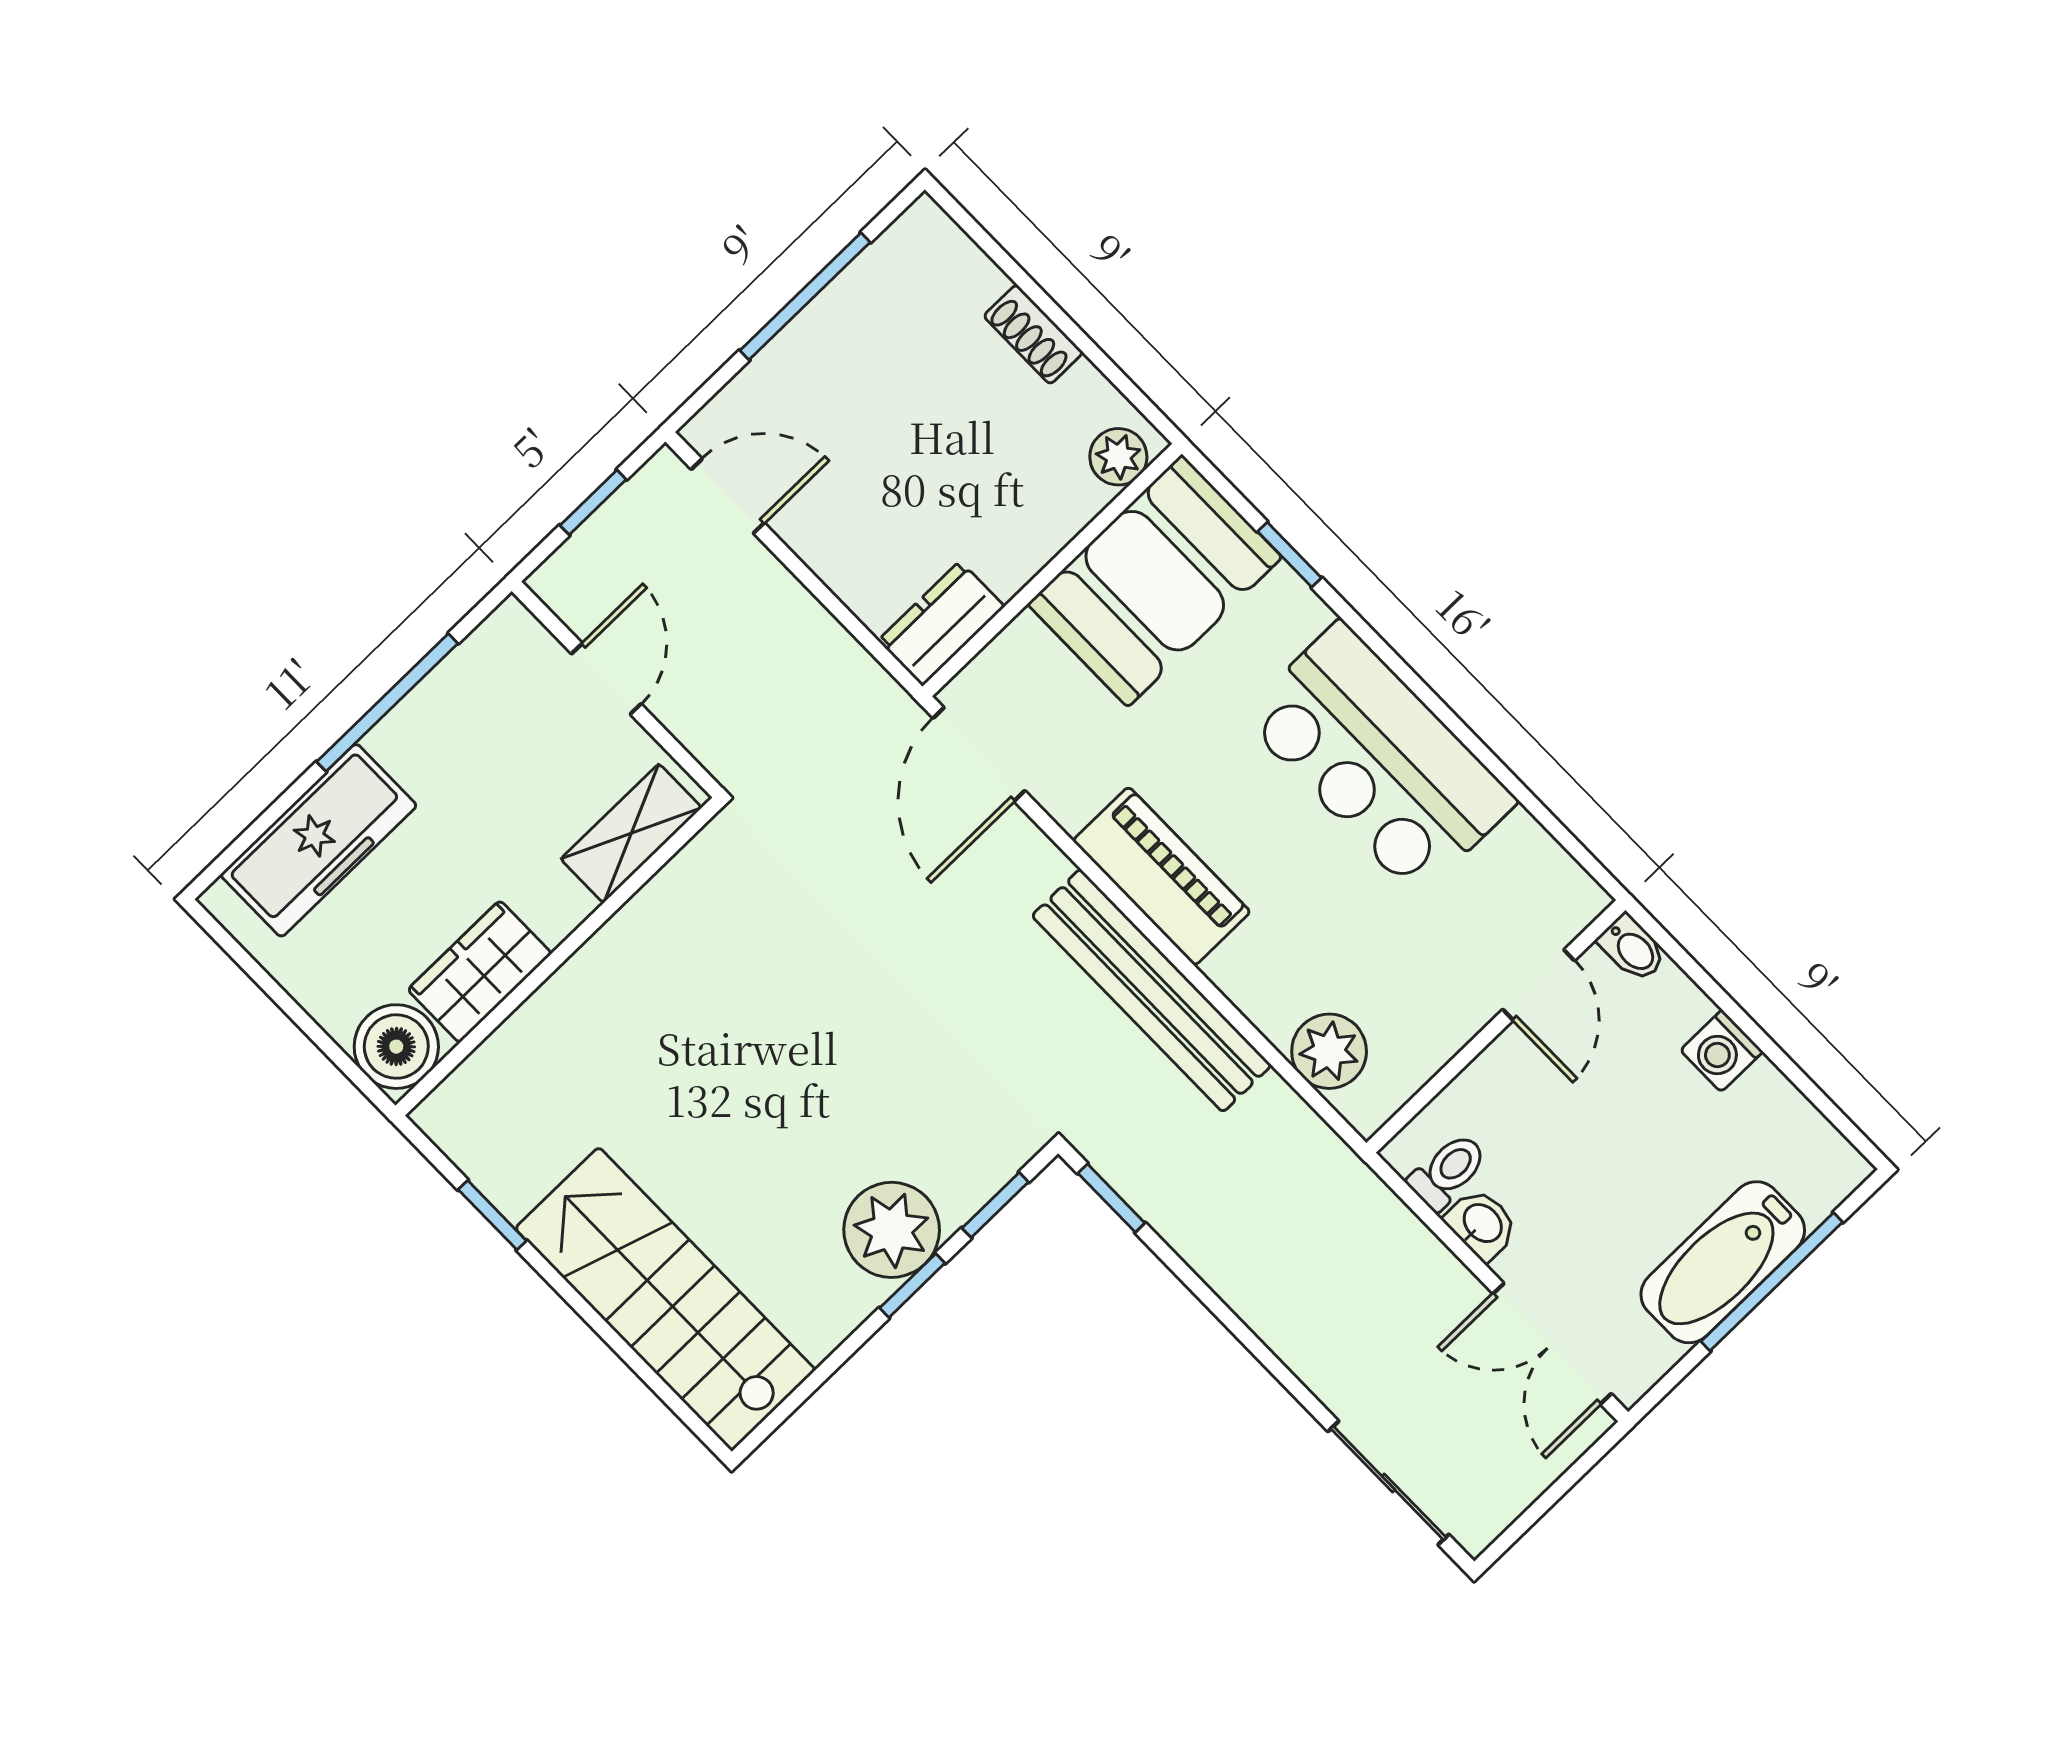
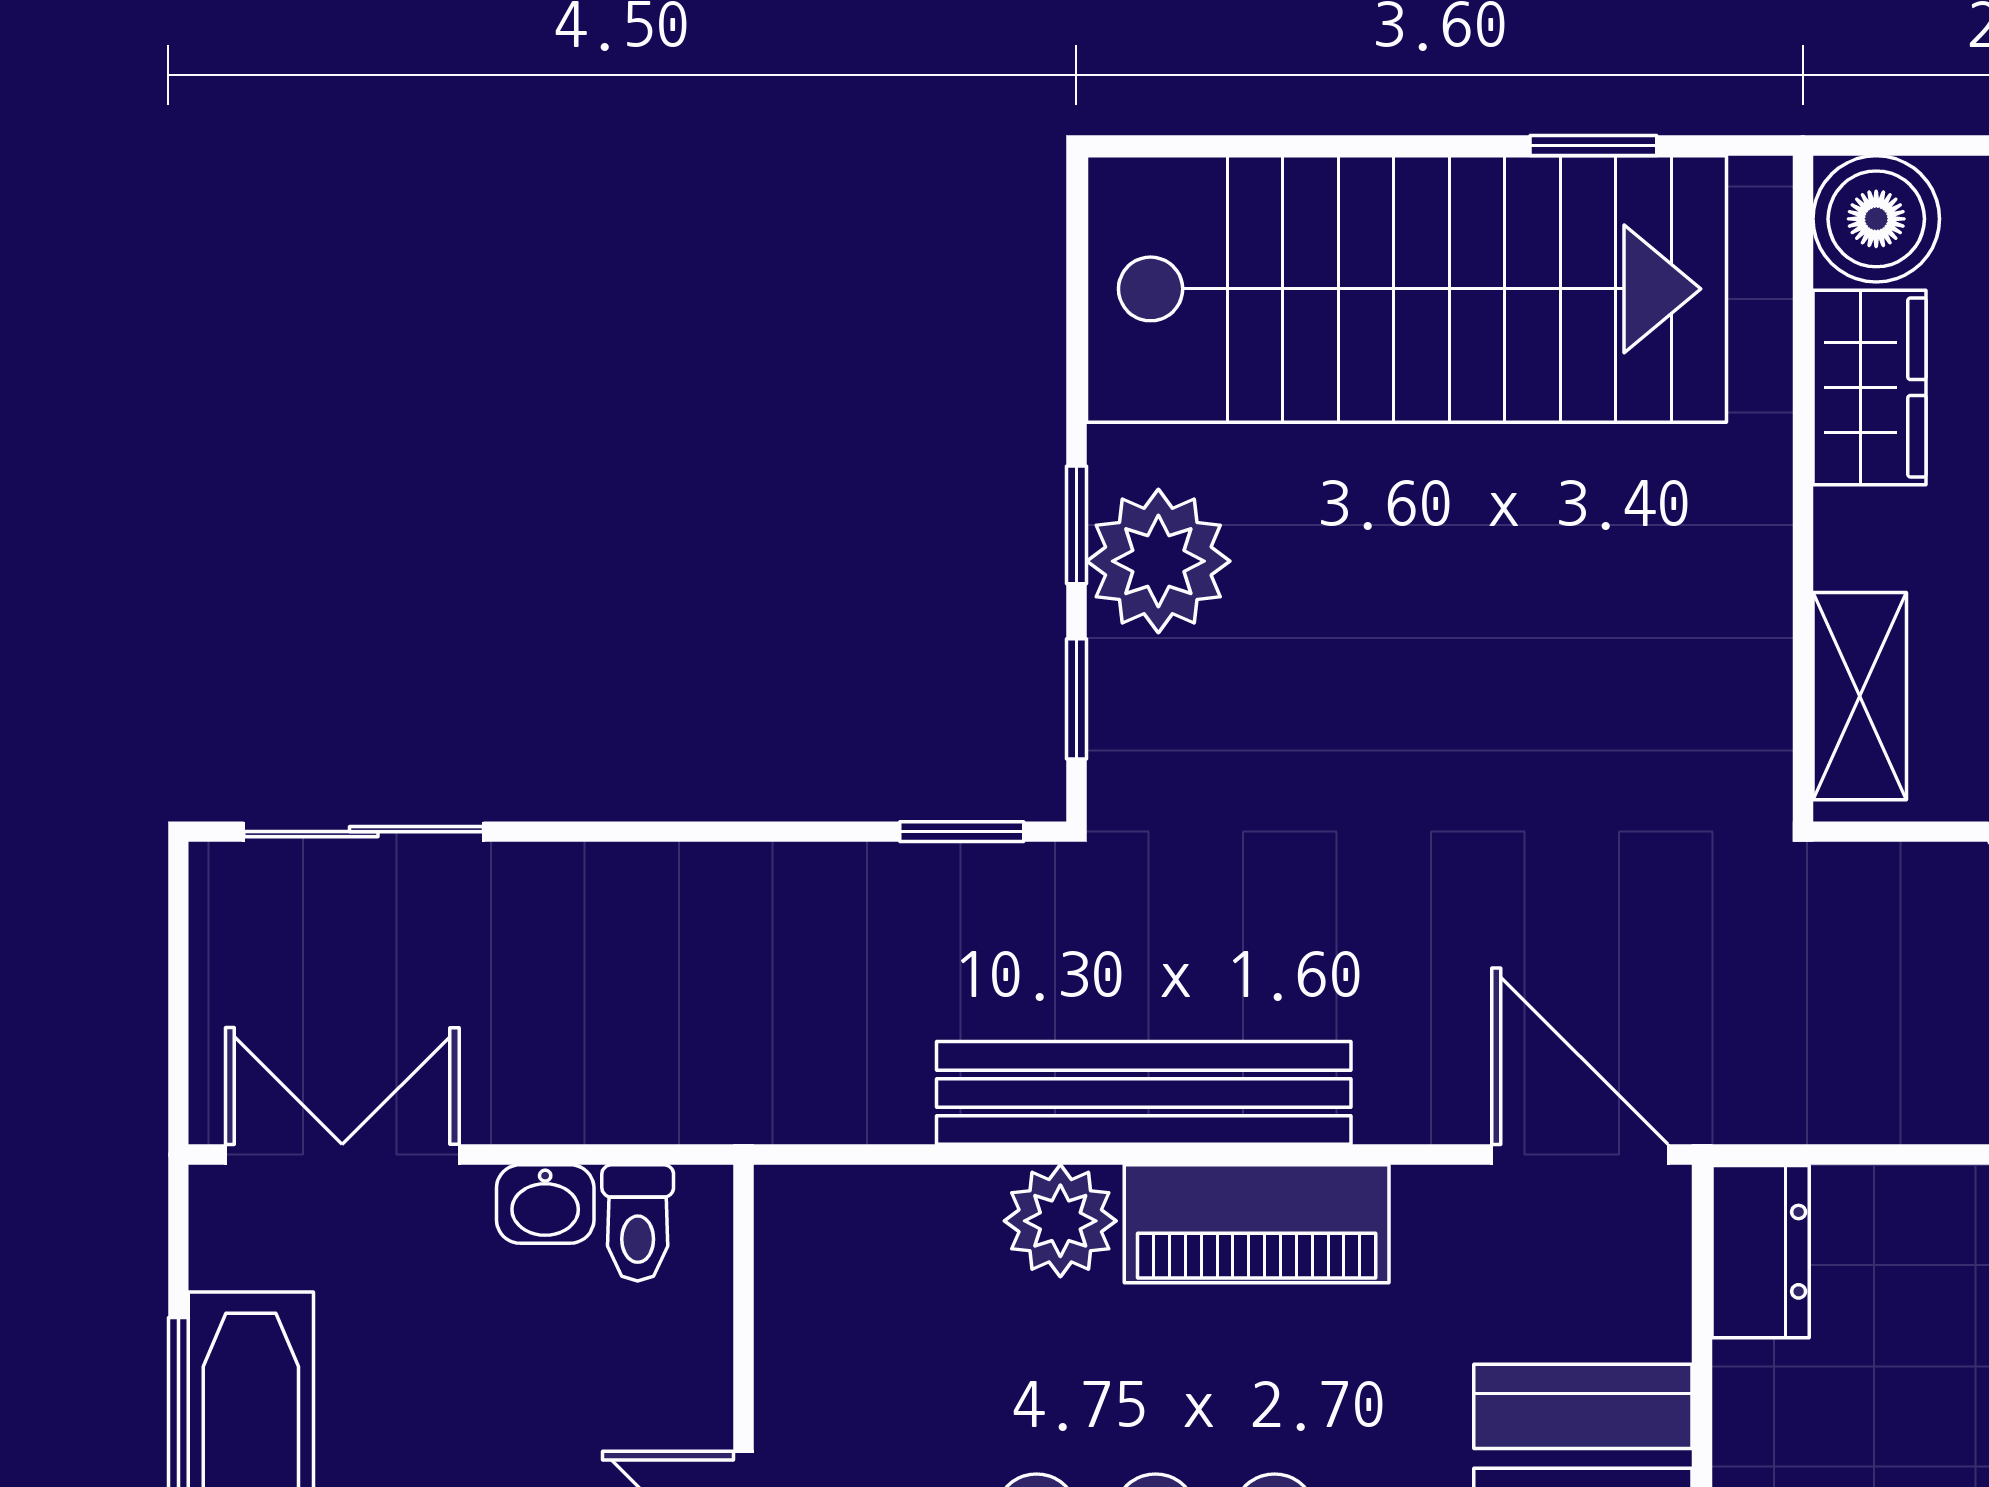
plant: (1329, 1051) -> (1060, 1221), moved
stairs: (665, 1299) -> (1407, 289), width x1.36, depth x1.51

